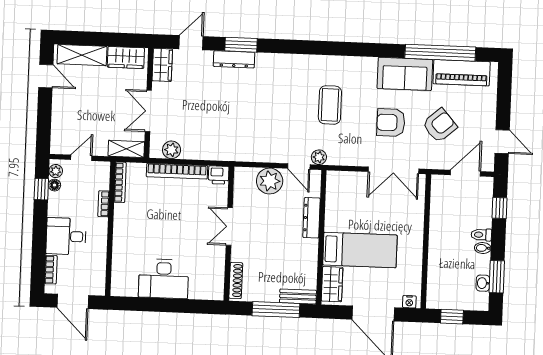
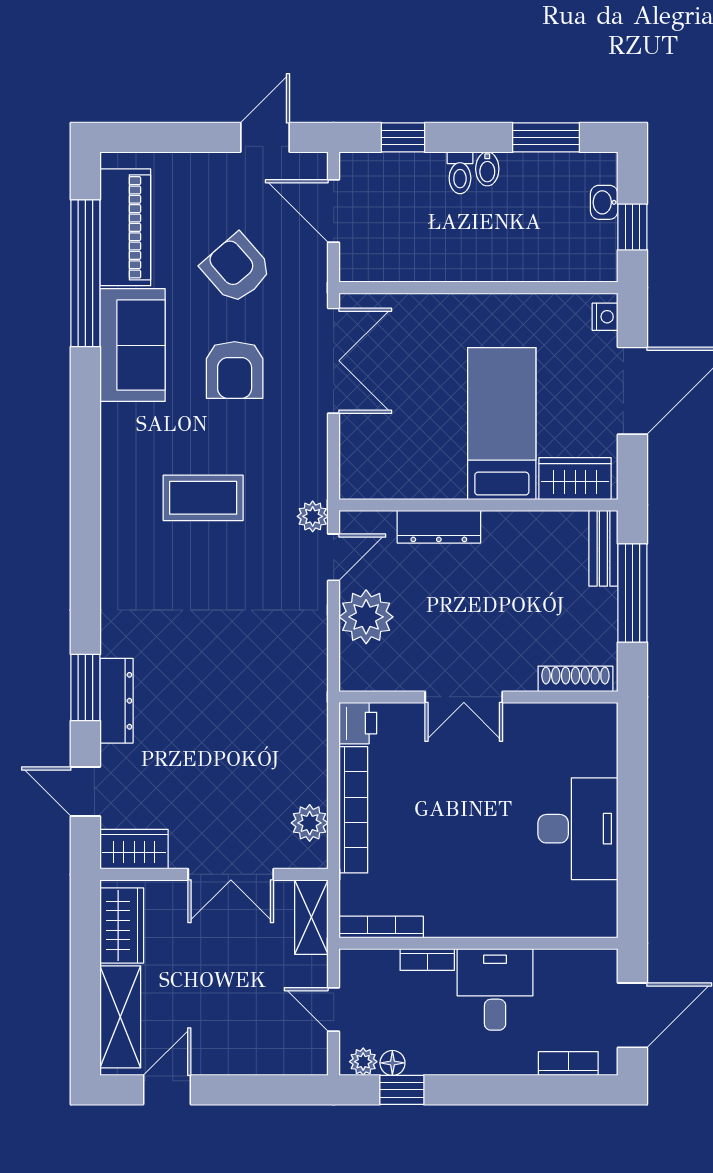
desk: (66, 236) -> (495, 989), moved, turned 180
washbasin: (483, 283) -> (604, 202), moved, turned 90

